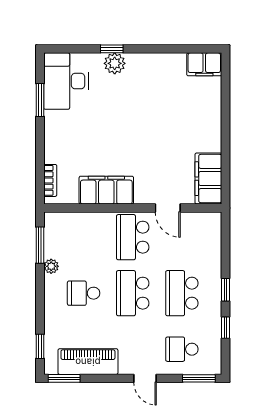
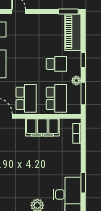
school desk: (133, 293) -> (56, 98), moved
window: (40, 346) -> (83, 60), moved
piano: (88, 362) -> (73, 32), moved, turned 90

